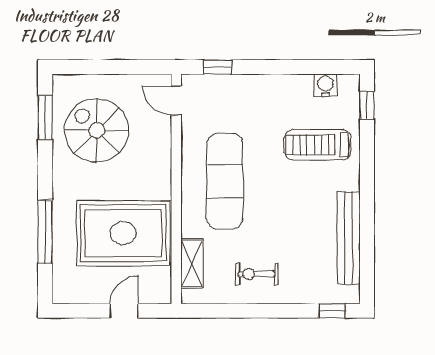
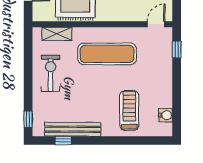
window: (367, 105) -> (63, 141), moved
exercise bike: (257, 274) -> (51, 73), width x1.38, depth x1.39

